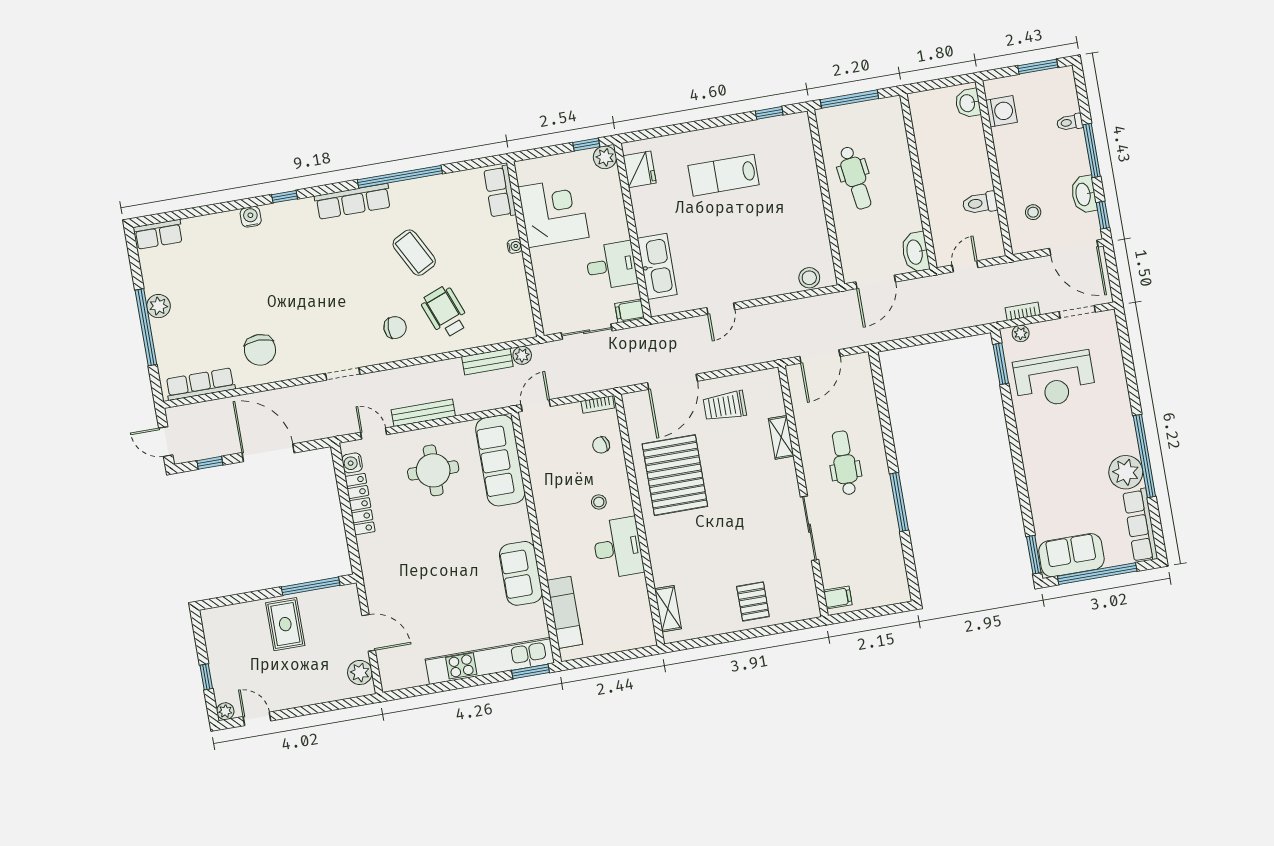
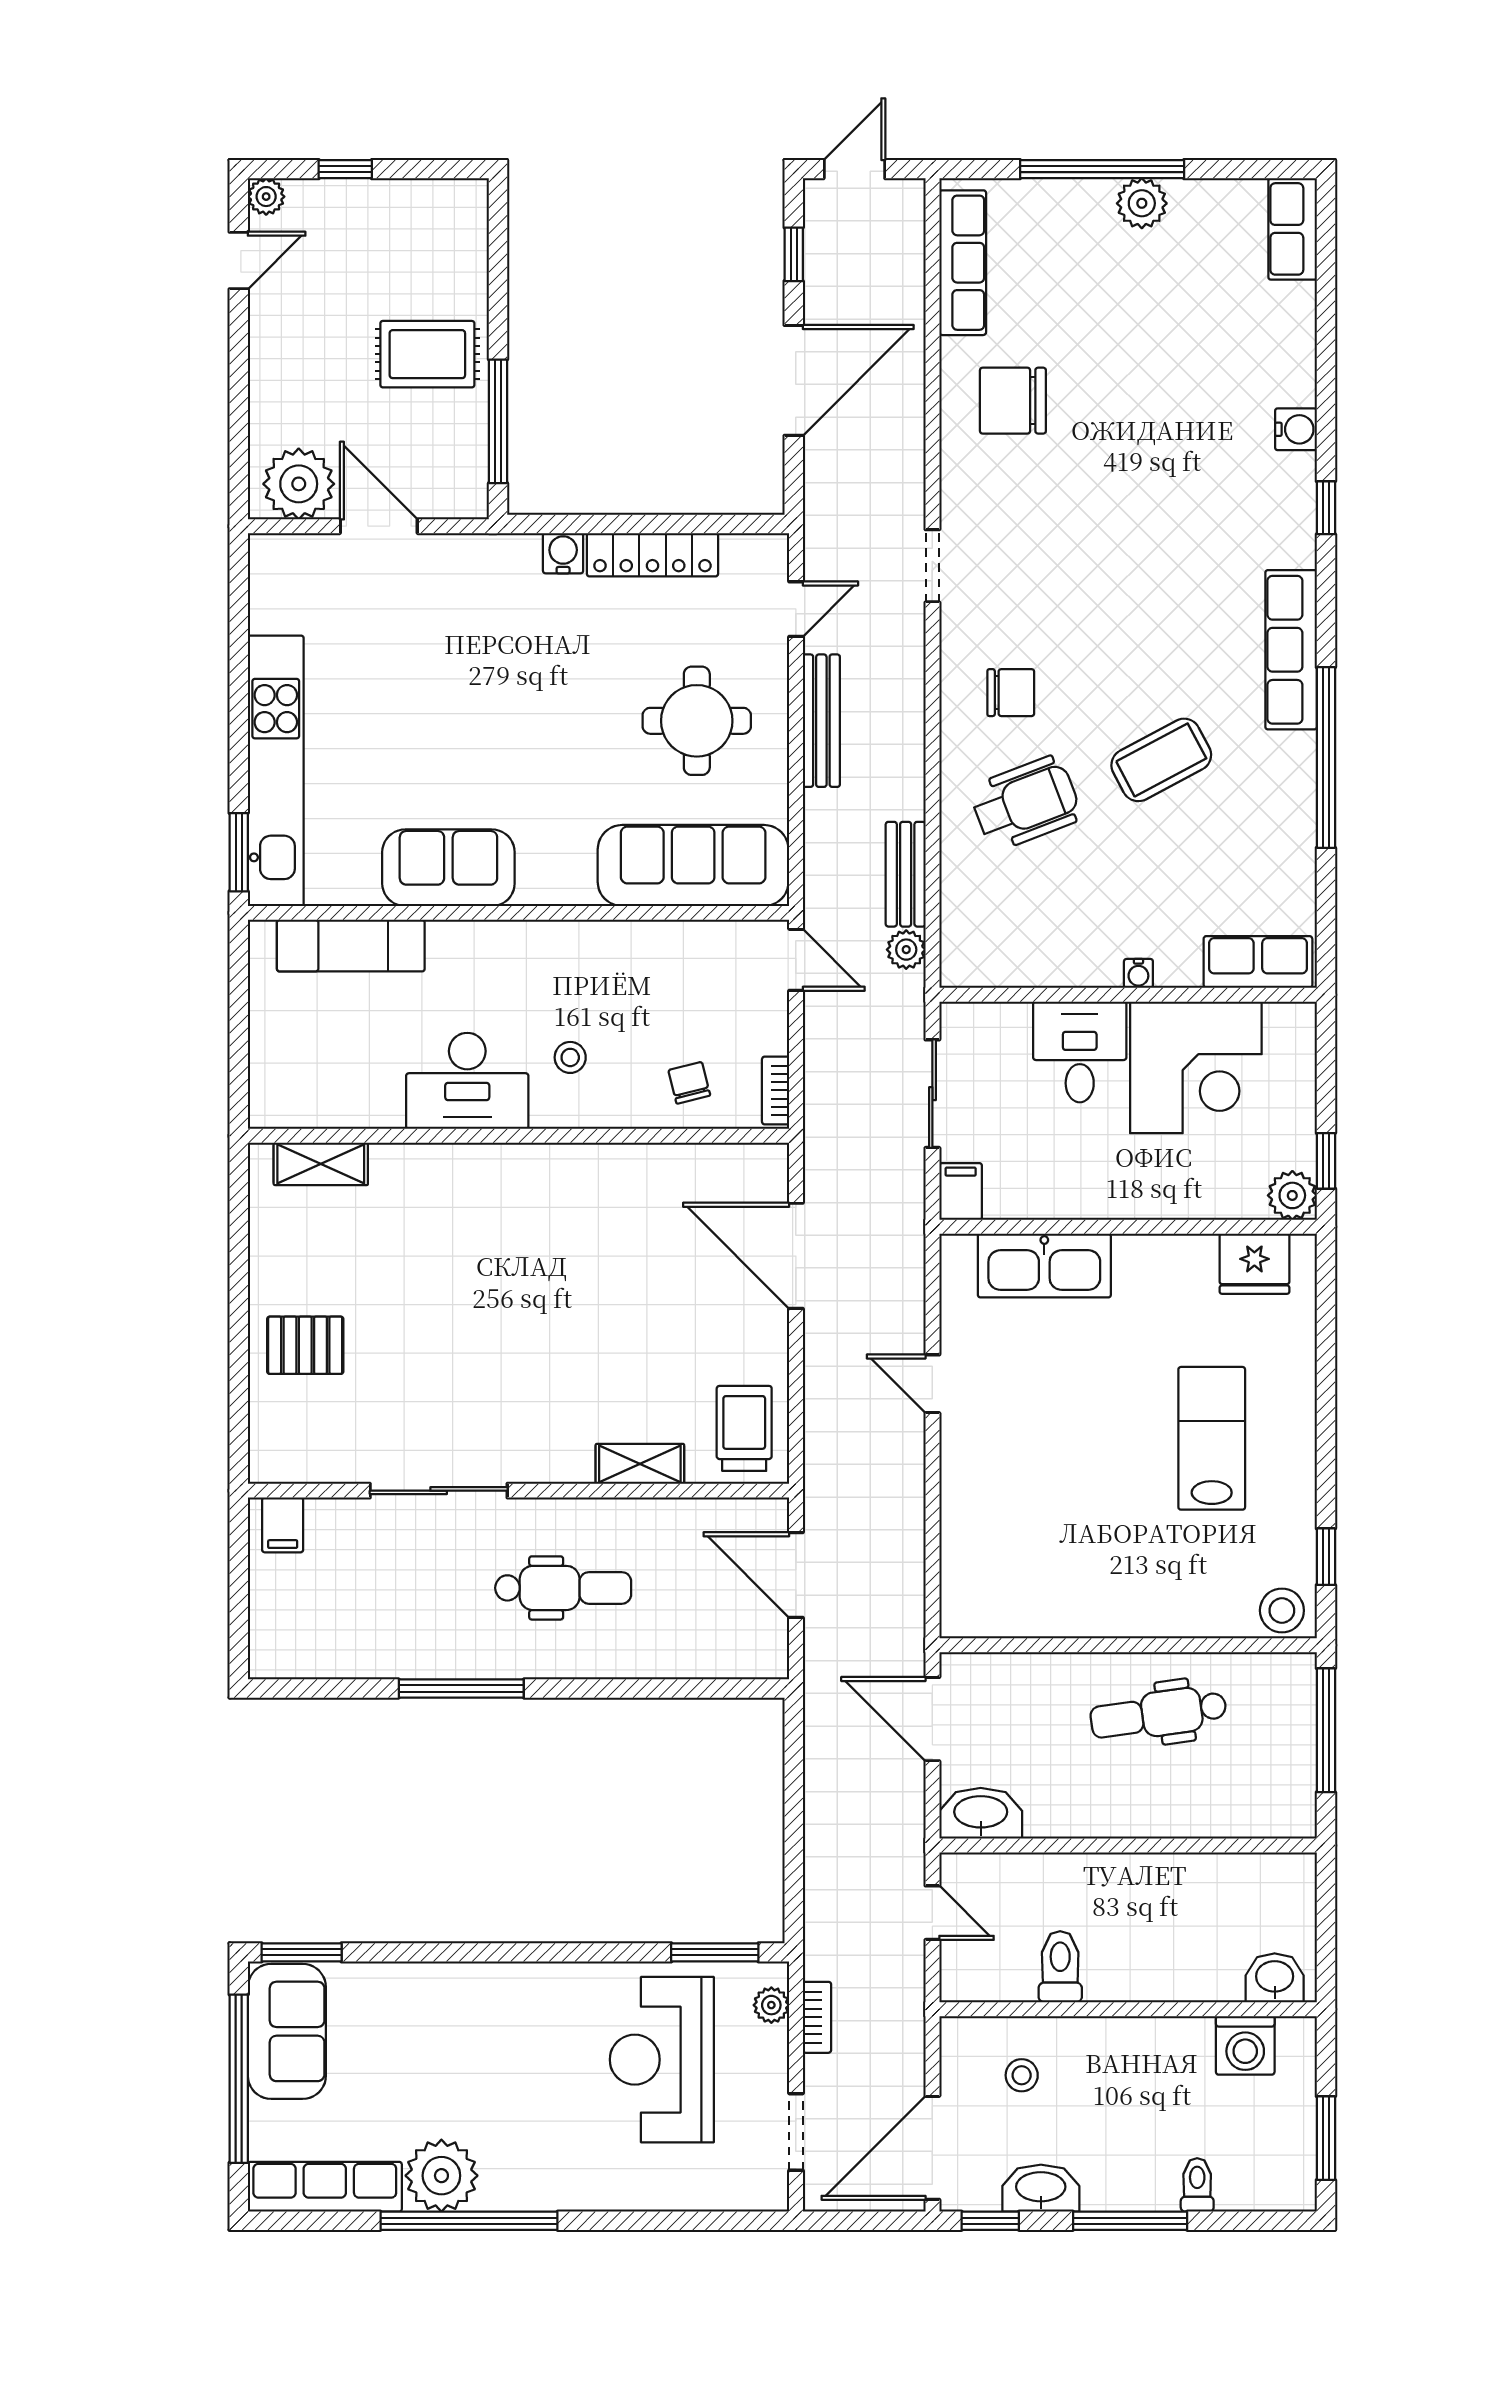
desk: (611, 265) -> (1080, 1052), moved, turned 180
stool: (809, 278) -> (1282, 1610), moved
chair: (395, 328) -> (1011, 693), turned -90
trolley: (725, 406) -> (744, 1428), moved
water cooler: (352, 463) -> (563, 553), moved
pallet: (675, 475) -> (599, 1227), removed
door: (369, 633) -> (379, 526), swing flipped
plant: (360, 672) -> (299, 484), width x1.36, depth x1.36

